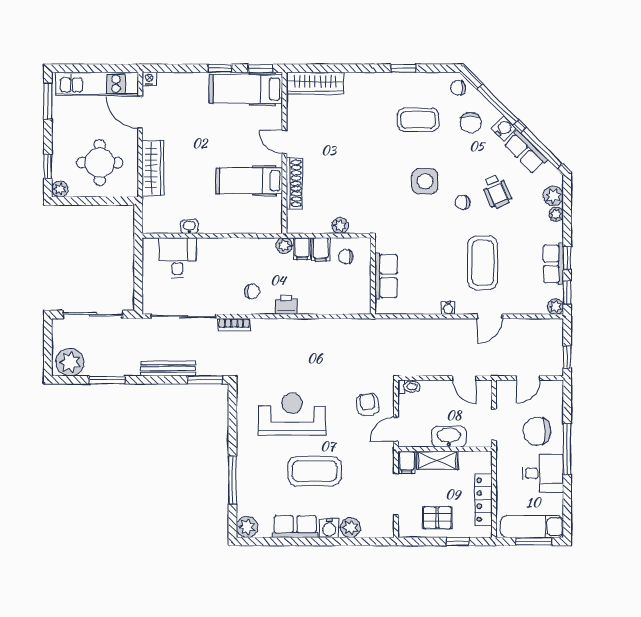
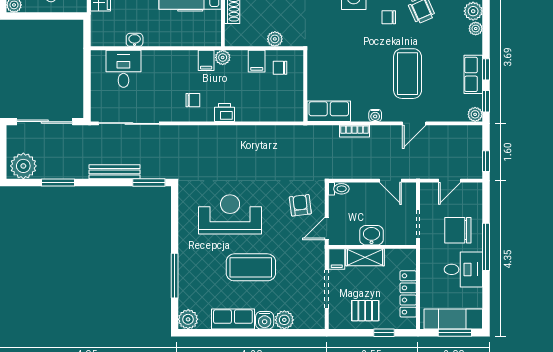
filing cabinet: (302, 249) -> (206, 60), moved
row of seats: (386, 276) -> (329, 111), moved, turned -90
bookcase: (234, 325) -> (355, 131), moved
washbasin: (449, 437) -> (371, 235), width x0.72

